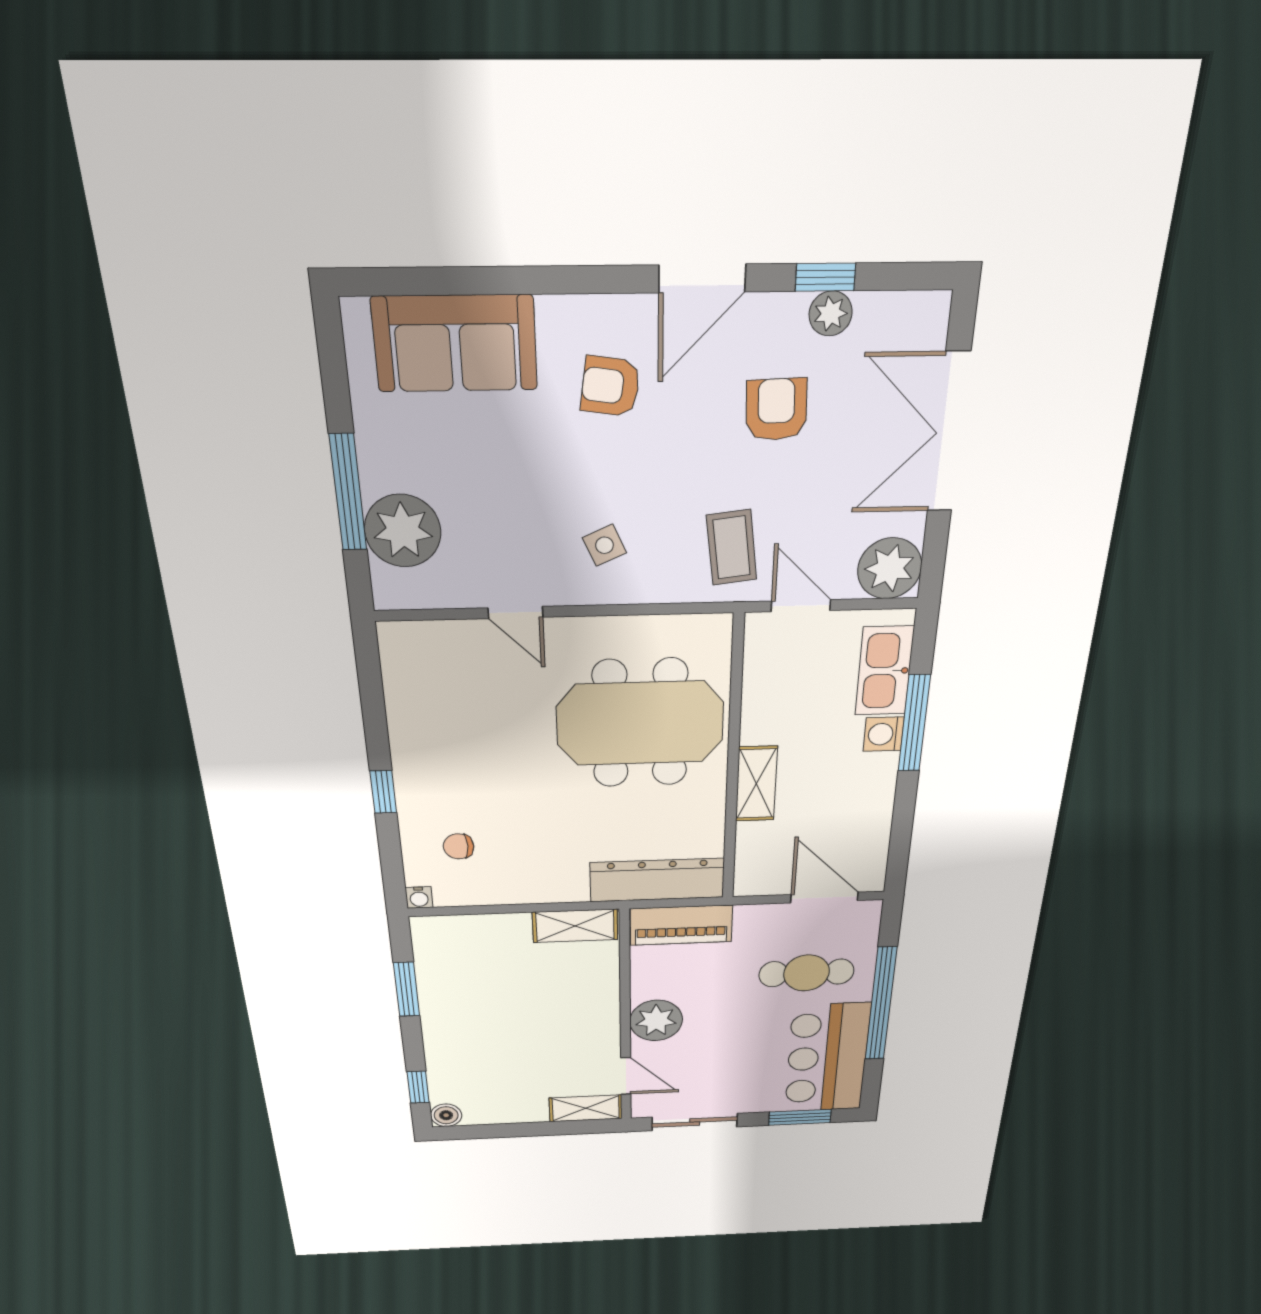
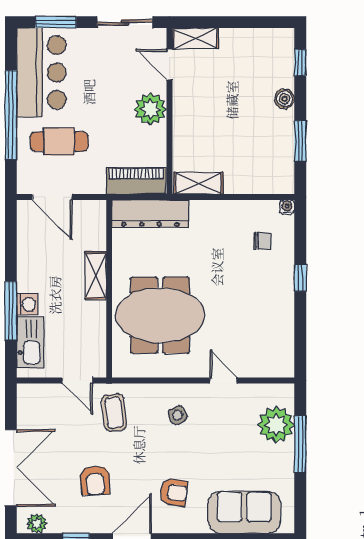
plant: (831, 314) -> (37, 523), moved
plant: (890, 568) -> (33, 400), removed
boiler: (446, 1115) -> (285, 99), moved

